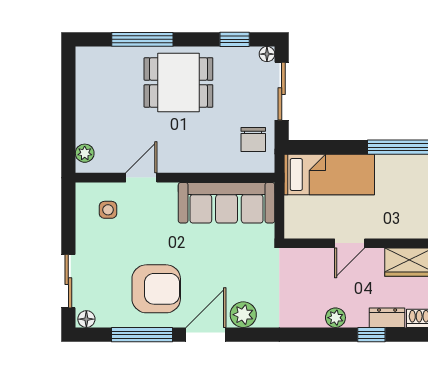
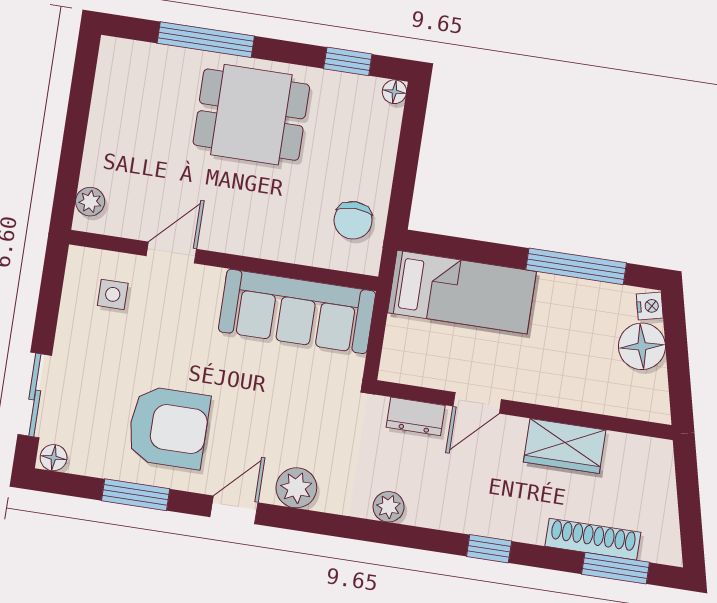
sliding door: (282, 91) -> (408, 152), removed
plant: (335, 318) -> (389, 507), moved
dresser: (387, 318) -> (416, 416), moved, turned 180
window: (142, 335) -> (136, 495), width x0.69
door: (206, 335) -> (234, 510), width x0.73

